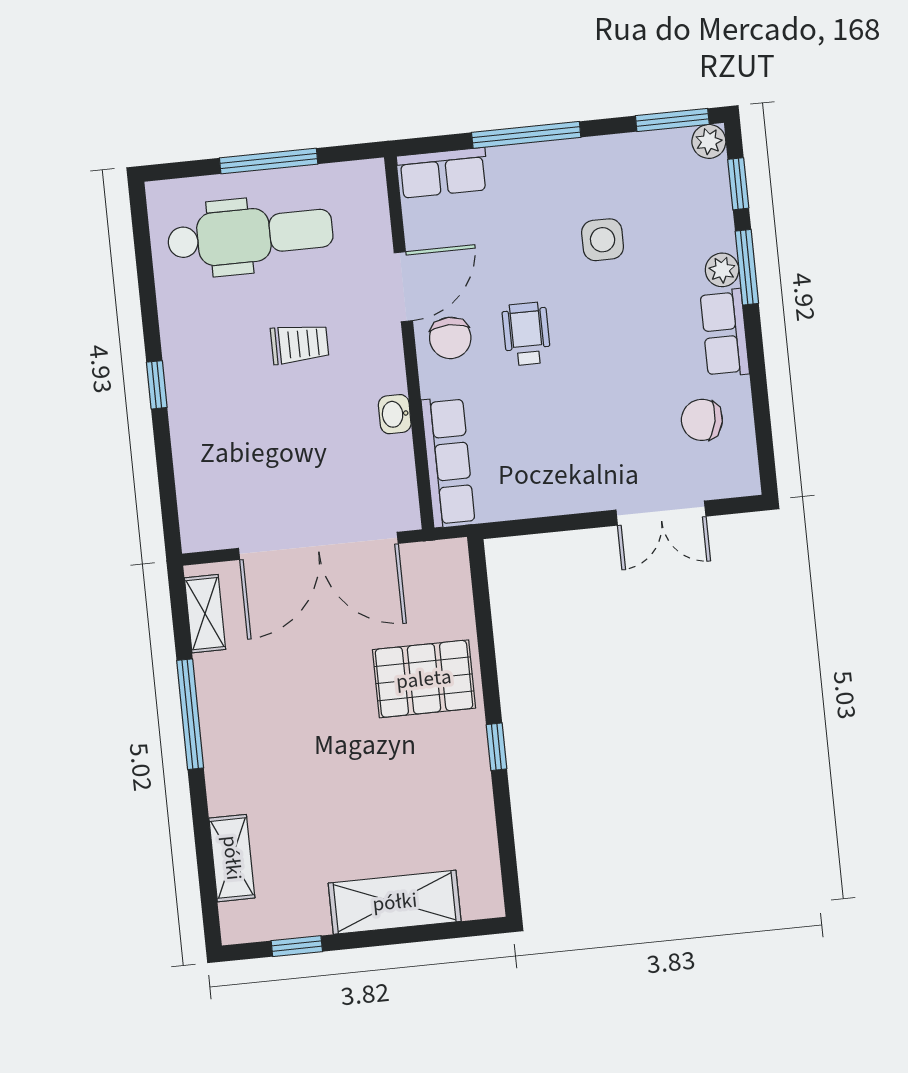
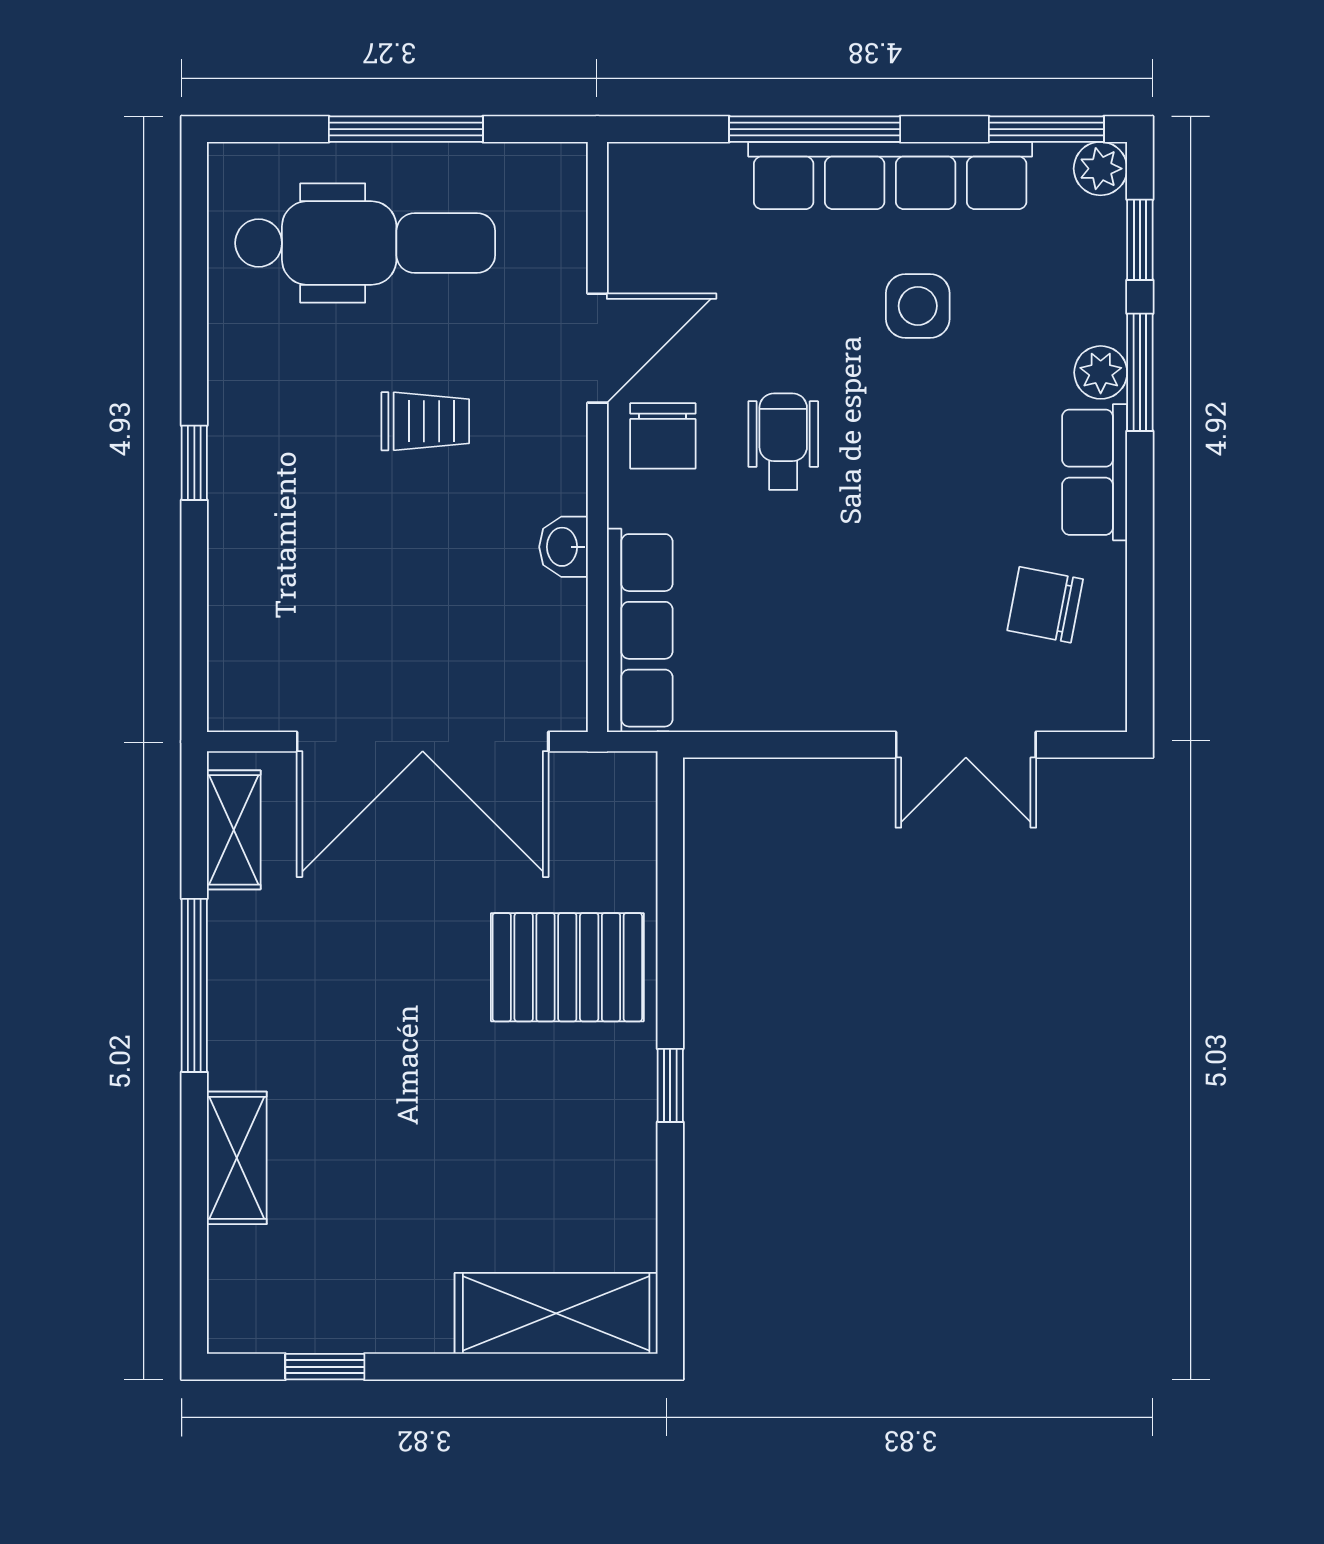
row of seats: (443, 173) -> (890, 175), moved, width x2.02
shelving: (232, 858) -> (237, 1158), moved
shelving: (395, 902) -> (556, 1313), moved

